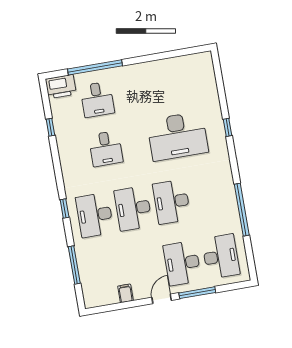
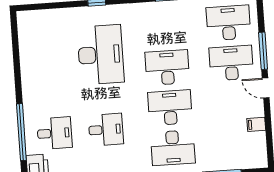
desk: (172, 202) -> (167, 67), turned 180
desk: (133, 208) -> (170, 108), turned 180
desk: (182, 263) -> (231, 63), turned 180

